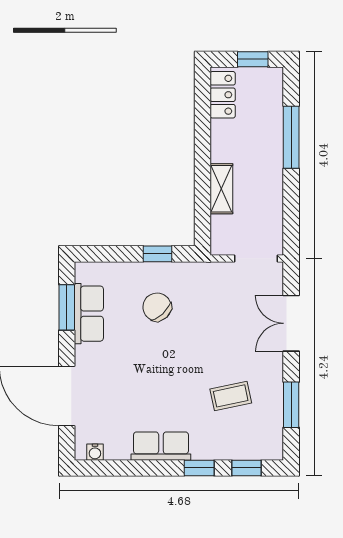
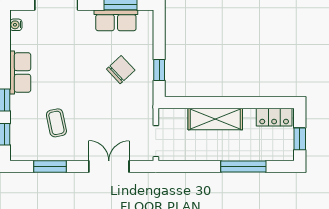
shelving: (221, 189) -> (215, 119), width x1.50, depth x1.33

